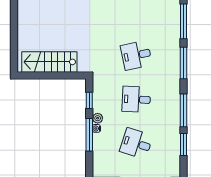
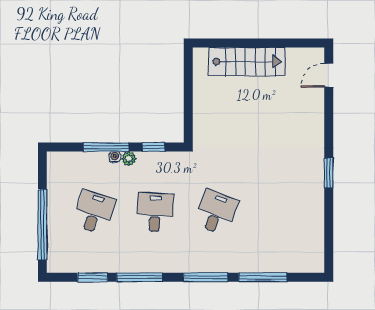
desk: (136, 55) -> (216, 212), turned 33
stairs: (49, 62) -> (247, 62), moved, turned 90

